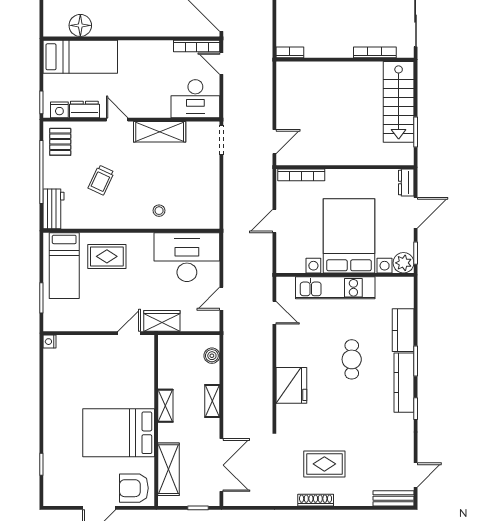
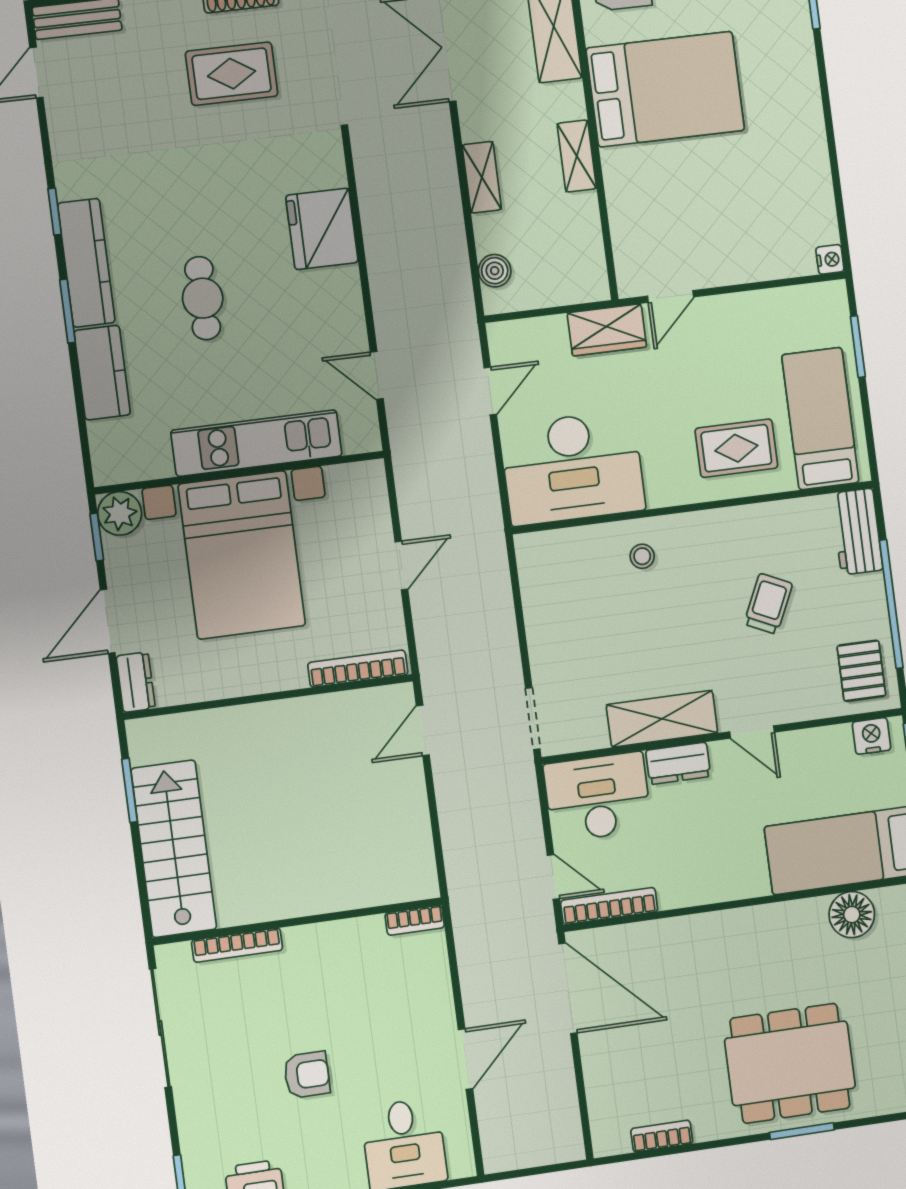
dresser: (84, 109) -> (678, 763), moved

